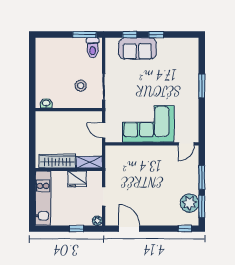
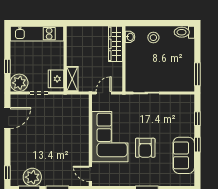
toilet: (93, 48) -> (184, 32), moved
sofa: (137, 48) -> (184, 155), moved
stool: (81, 86) -> (153, 38), moved
armchair: (159, 88) -> (145, 148), added
wardrobe: (57, 161) -> (116, 44), moved, turned 180
fridge: (77, 179) -> (56, 79), moved
plant: (97, 221) -> (19, 83), width x1.87, depth x1.87

